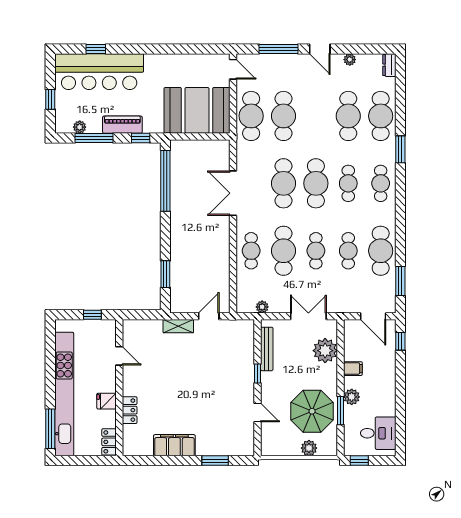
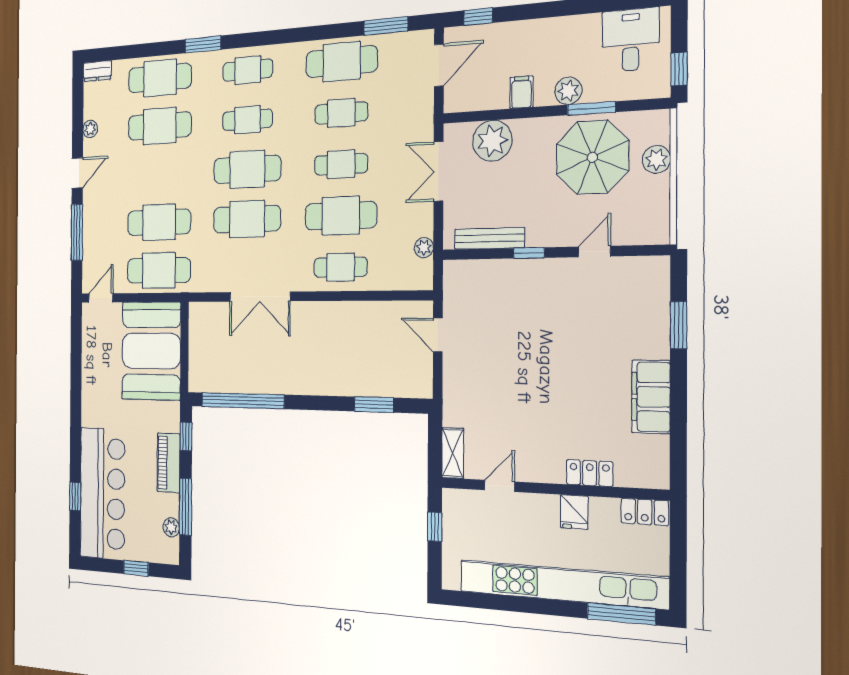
shelving: (178, 326) -> (453, 453), moved

